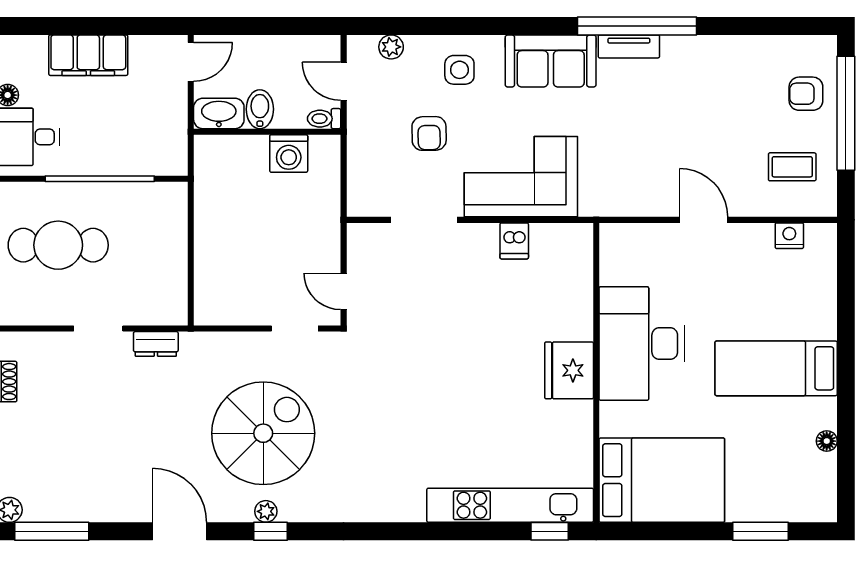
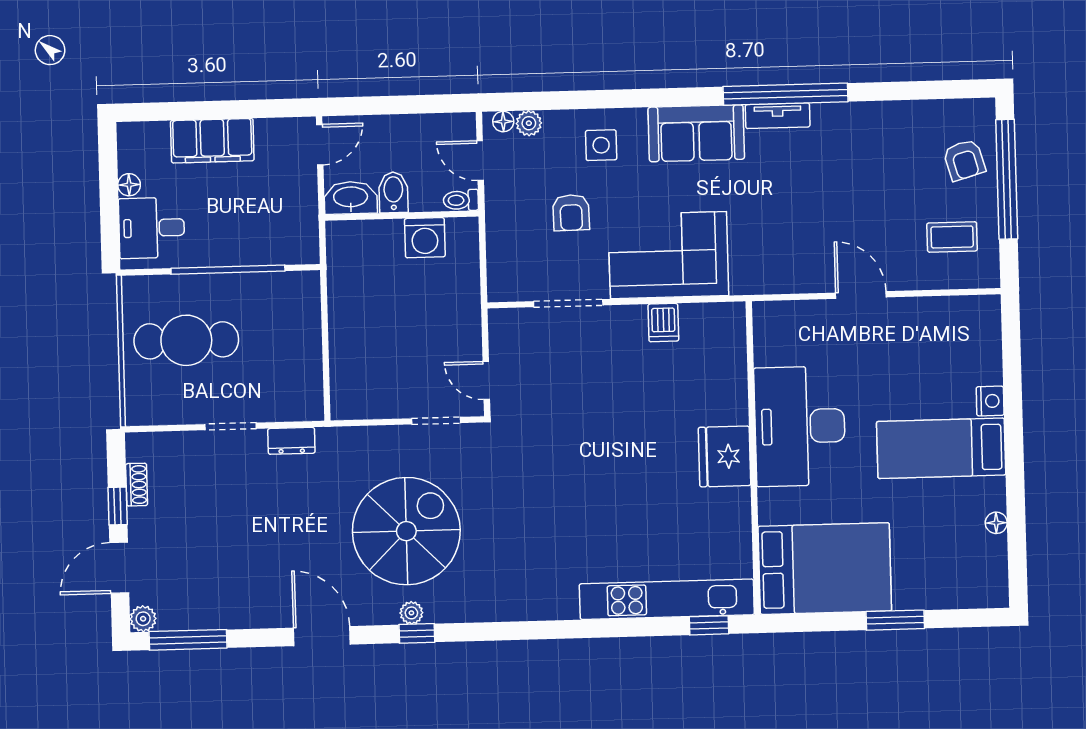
floor lamp: (367, 45) -> (503, 122), added
armchair: (806, 94) -> (964, 160), turned -106
nightstand: (789, 236) -> (990, 401), moved, turned 90
window: (761, 531) -> (895, 620), moved

